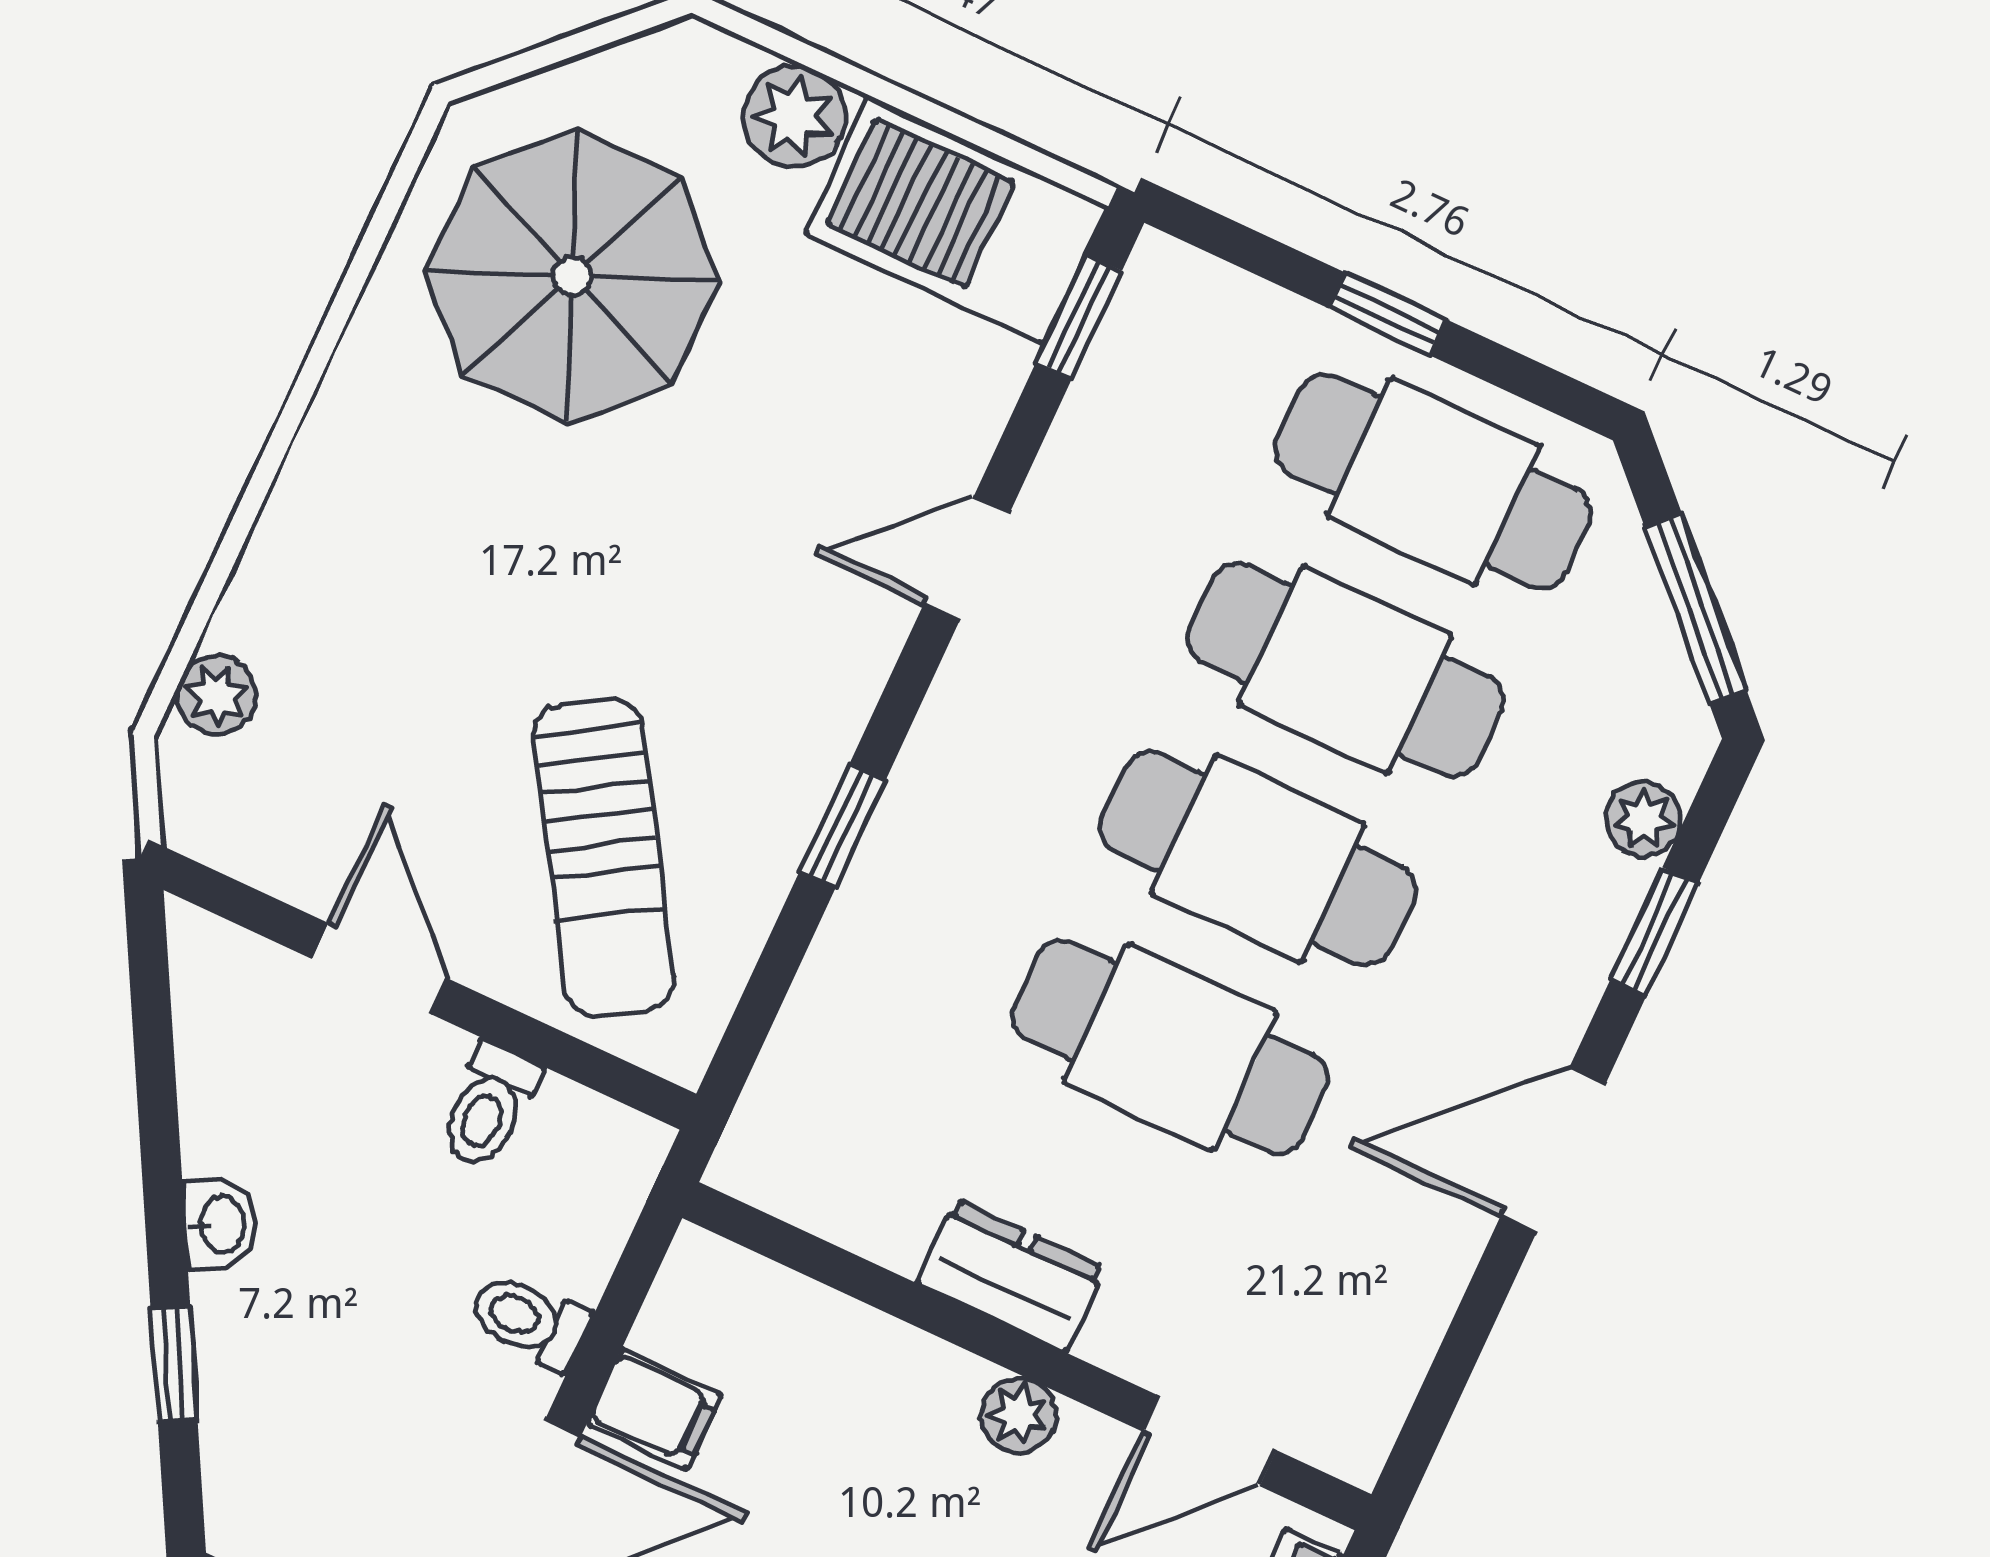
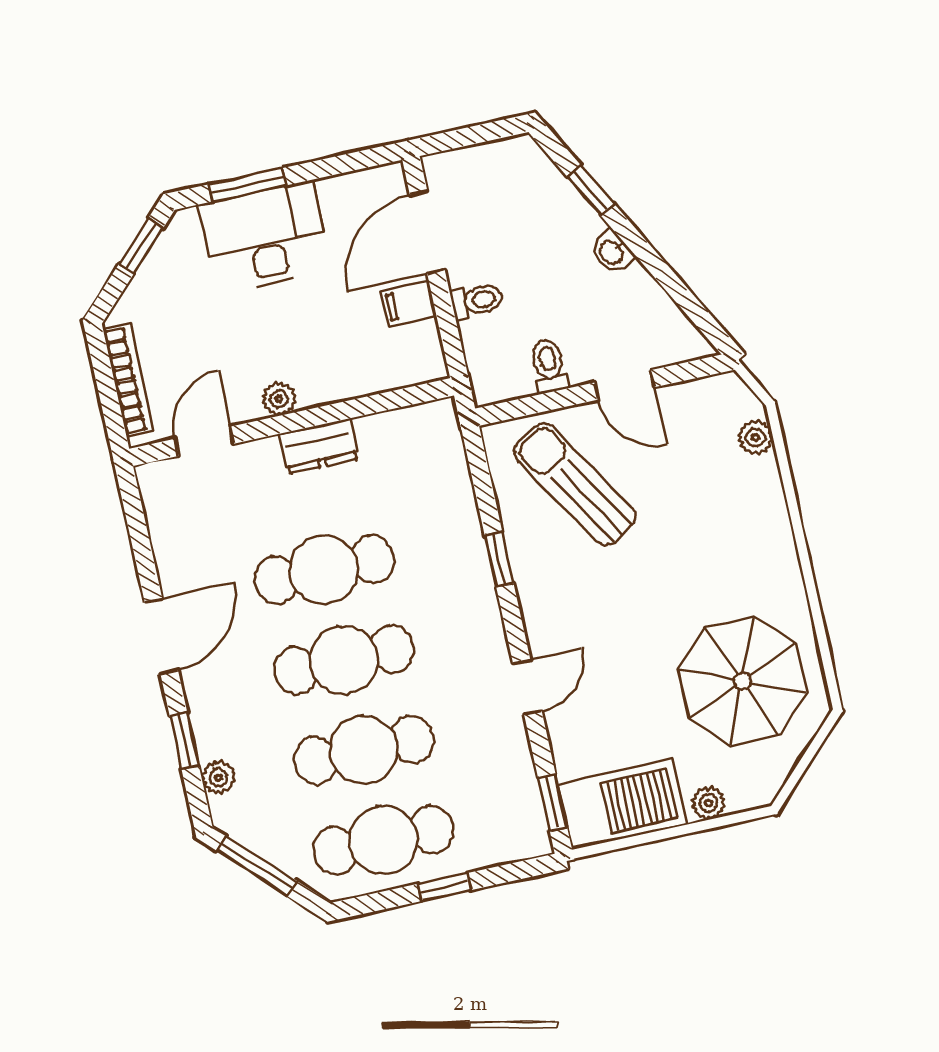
plant: (794, 116) -> (708, 803), width x0.73, depth x0.73

